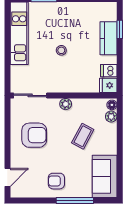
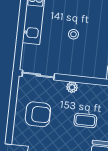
coffee table: (83, 136) -> (85, 120), turned 62

